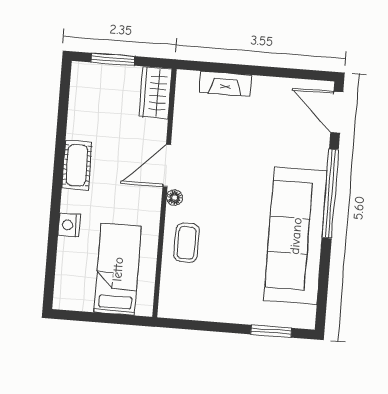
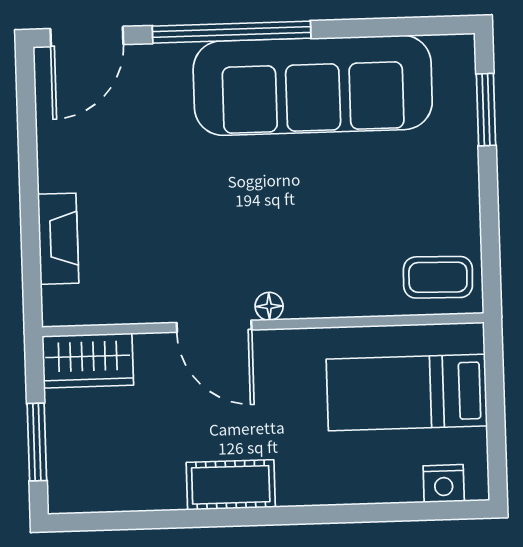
nightstand: (69, 225) -> (444, 484), moved
coffee table: (187, 243) -> (438, 277), moved

